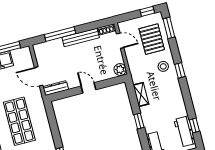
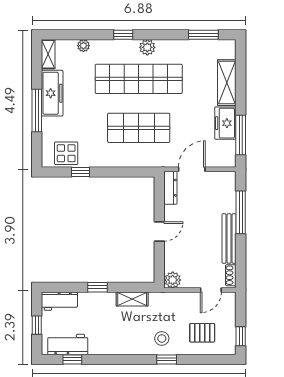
window: (169, 28) -> (211, 359), removed
pallet: (152, 39) -> (202, 333), width x0.67, depth x0.71
window: (180, 70) -> (167, 359), moved

